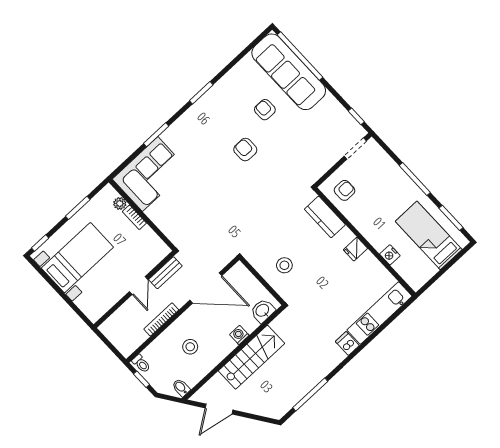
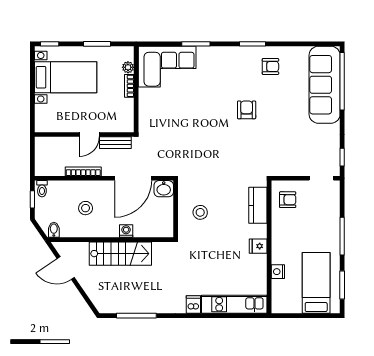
armchair: (265, 110) -> (270, 67), moved, turned 90
door: (206, 288) -> (133, 178), hinge flipped
washbasin: (263, 311) -> (164, 189), moved, turned 180

